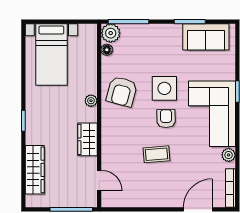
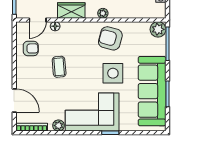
sofa: (206, 37) -> (152, 91), width x1.85, depth x1.27
floor lamp: (107, 50) -> (55, 26), moved
armchair: (166, 119) -> (31, 48), moved

